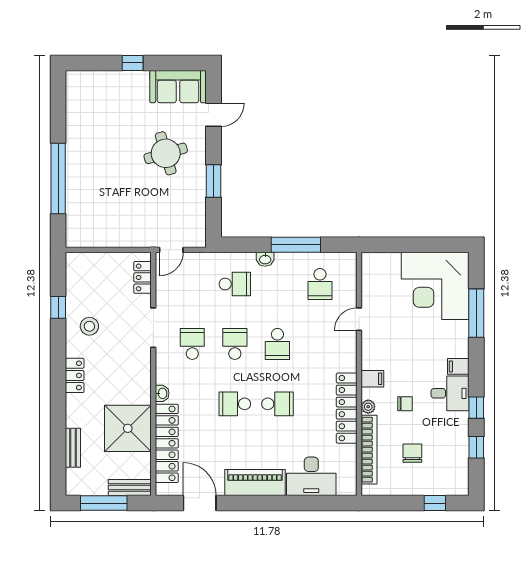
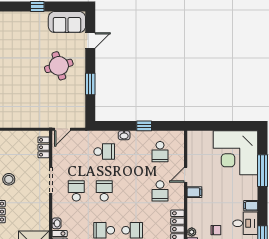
window: (296, 245) -> (144, 126), width x0.46
school desk: (277, 344) -> (160, 191), moved
filing cabinet: (372, 379) -> (194, 192), moved

